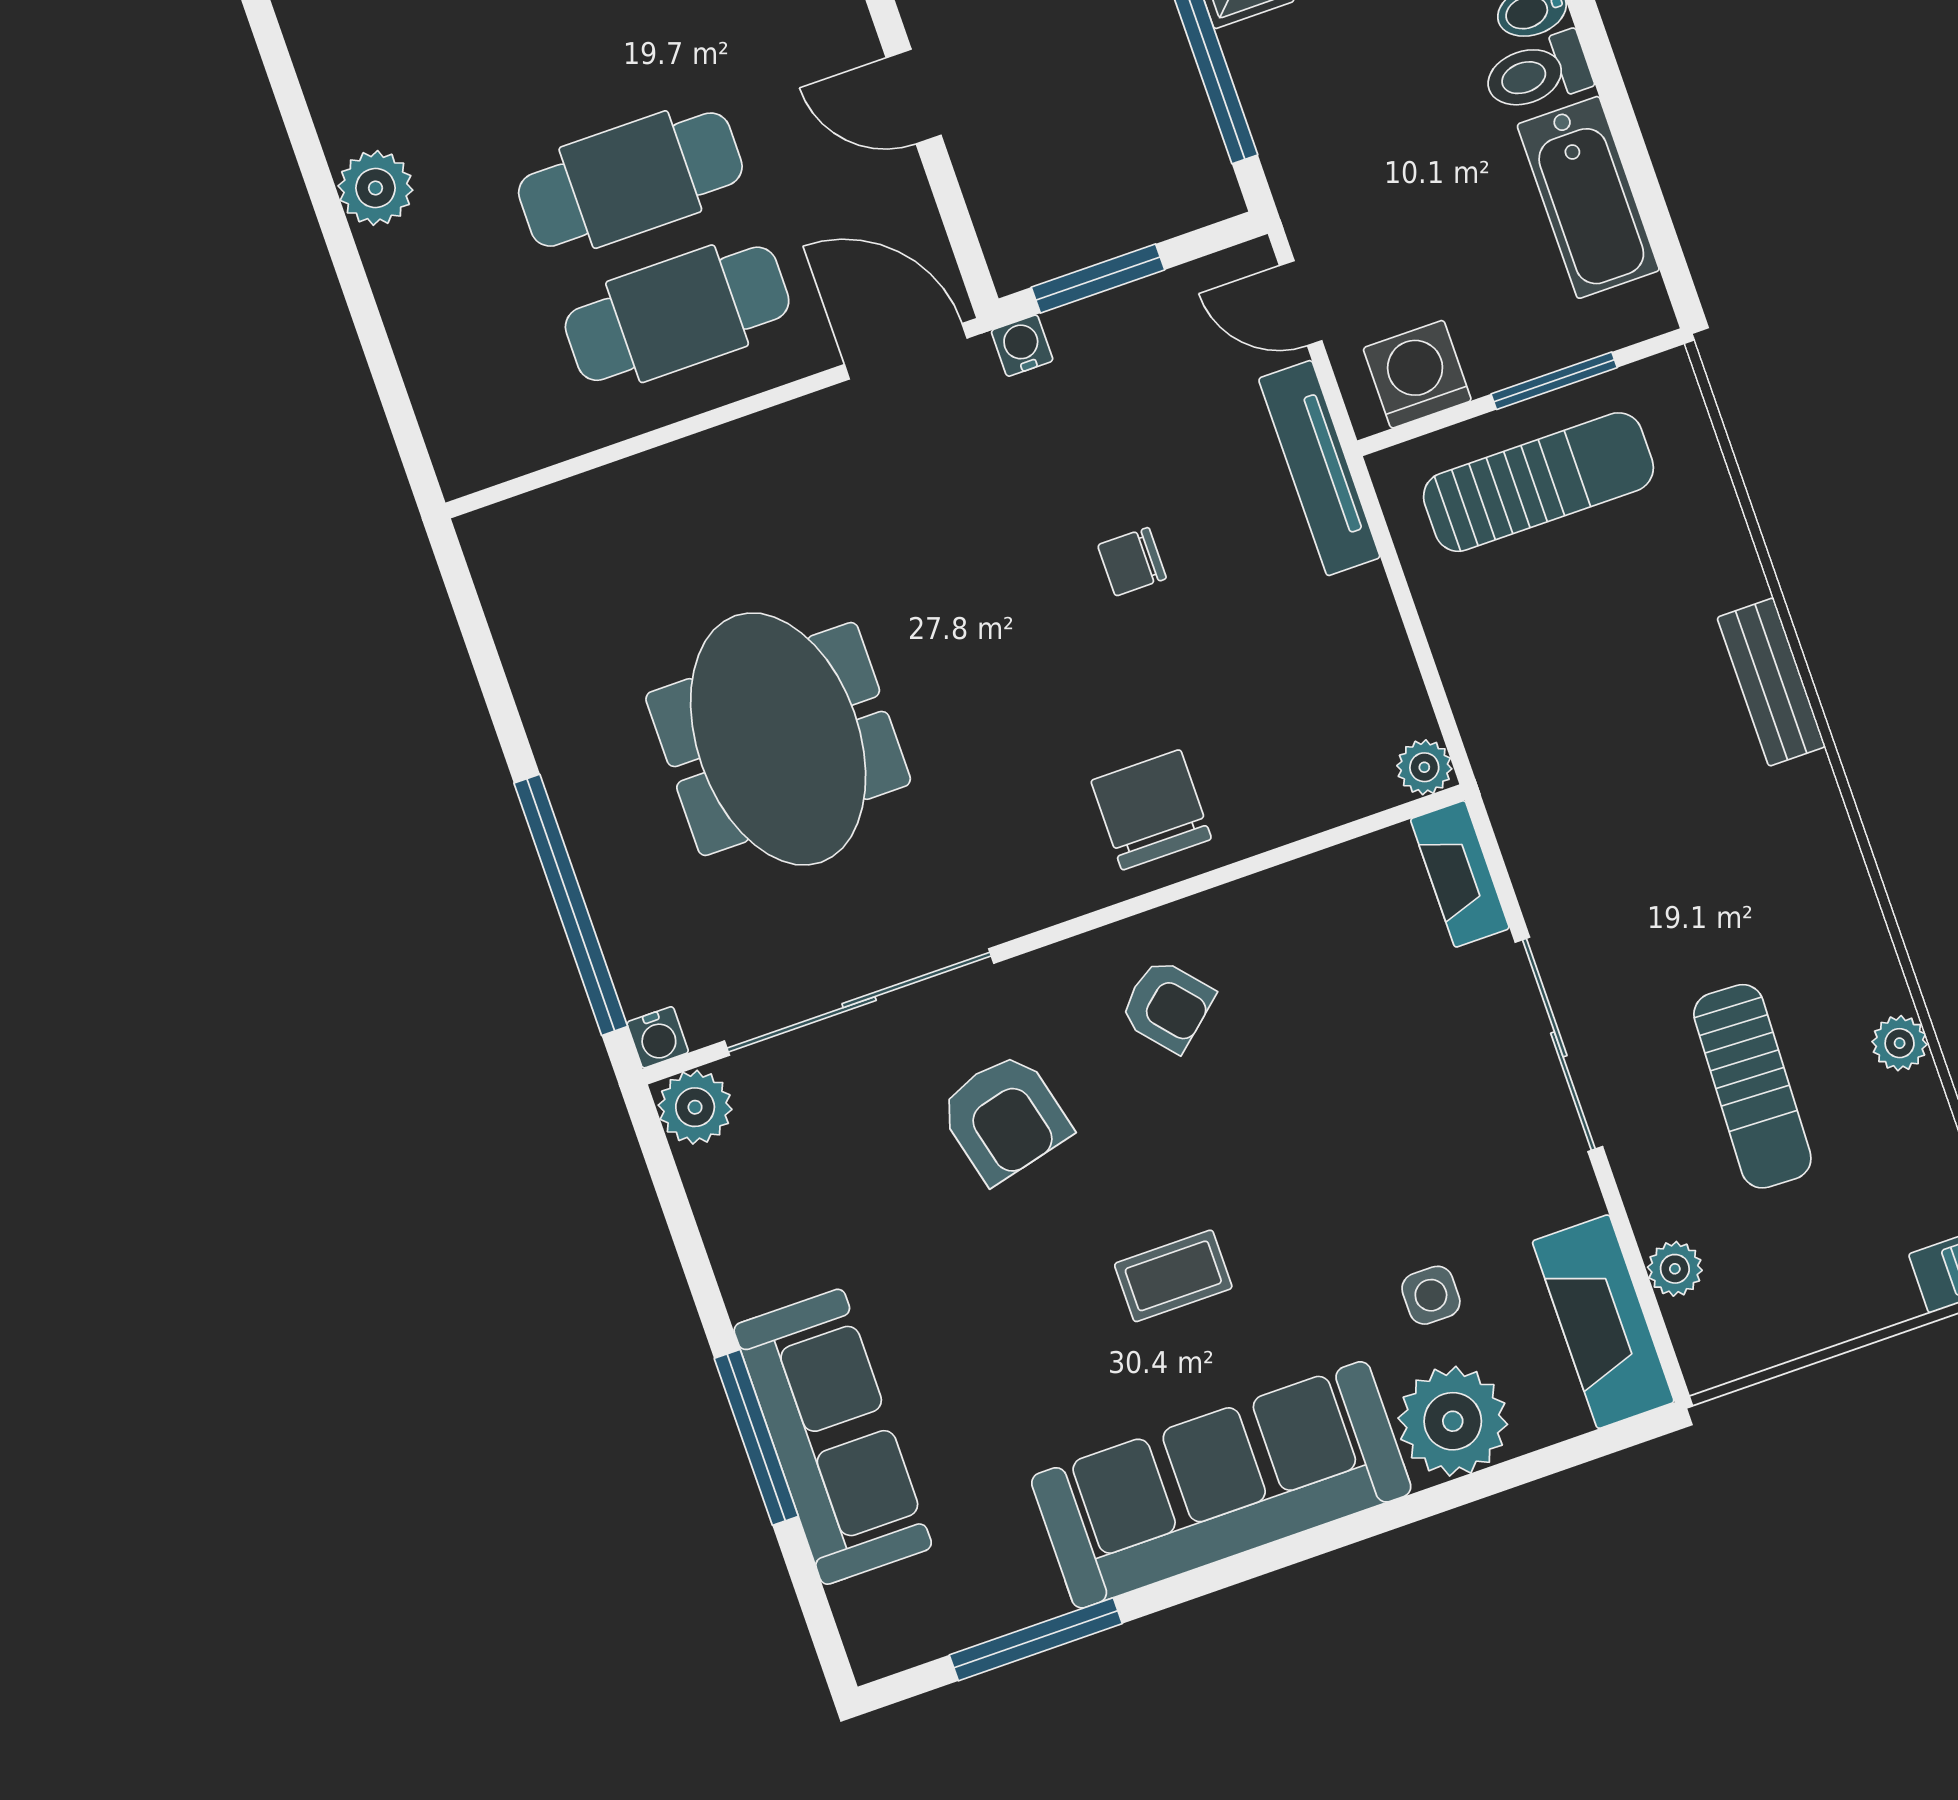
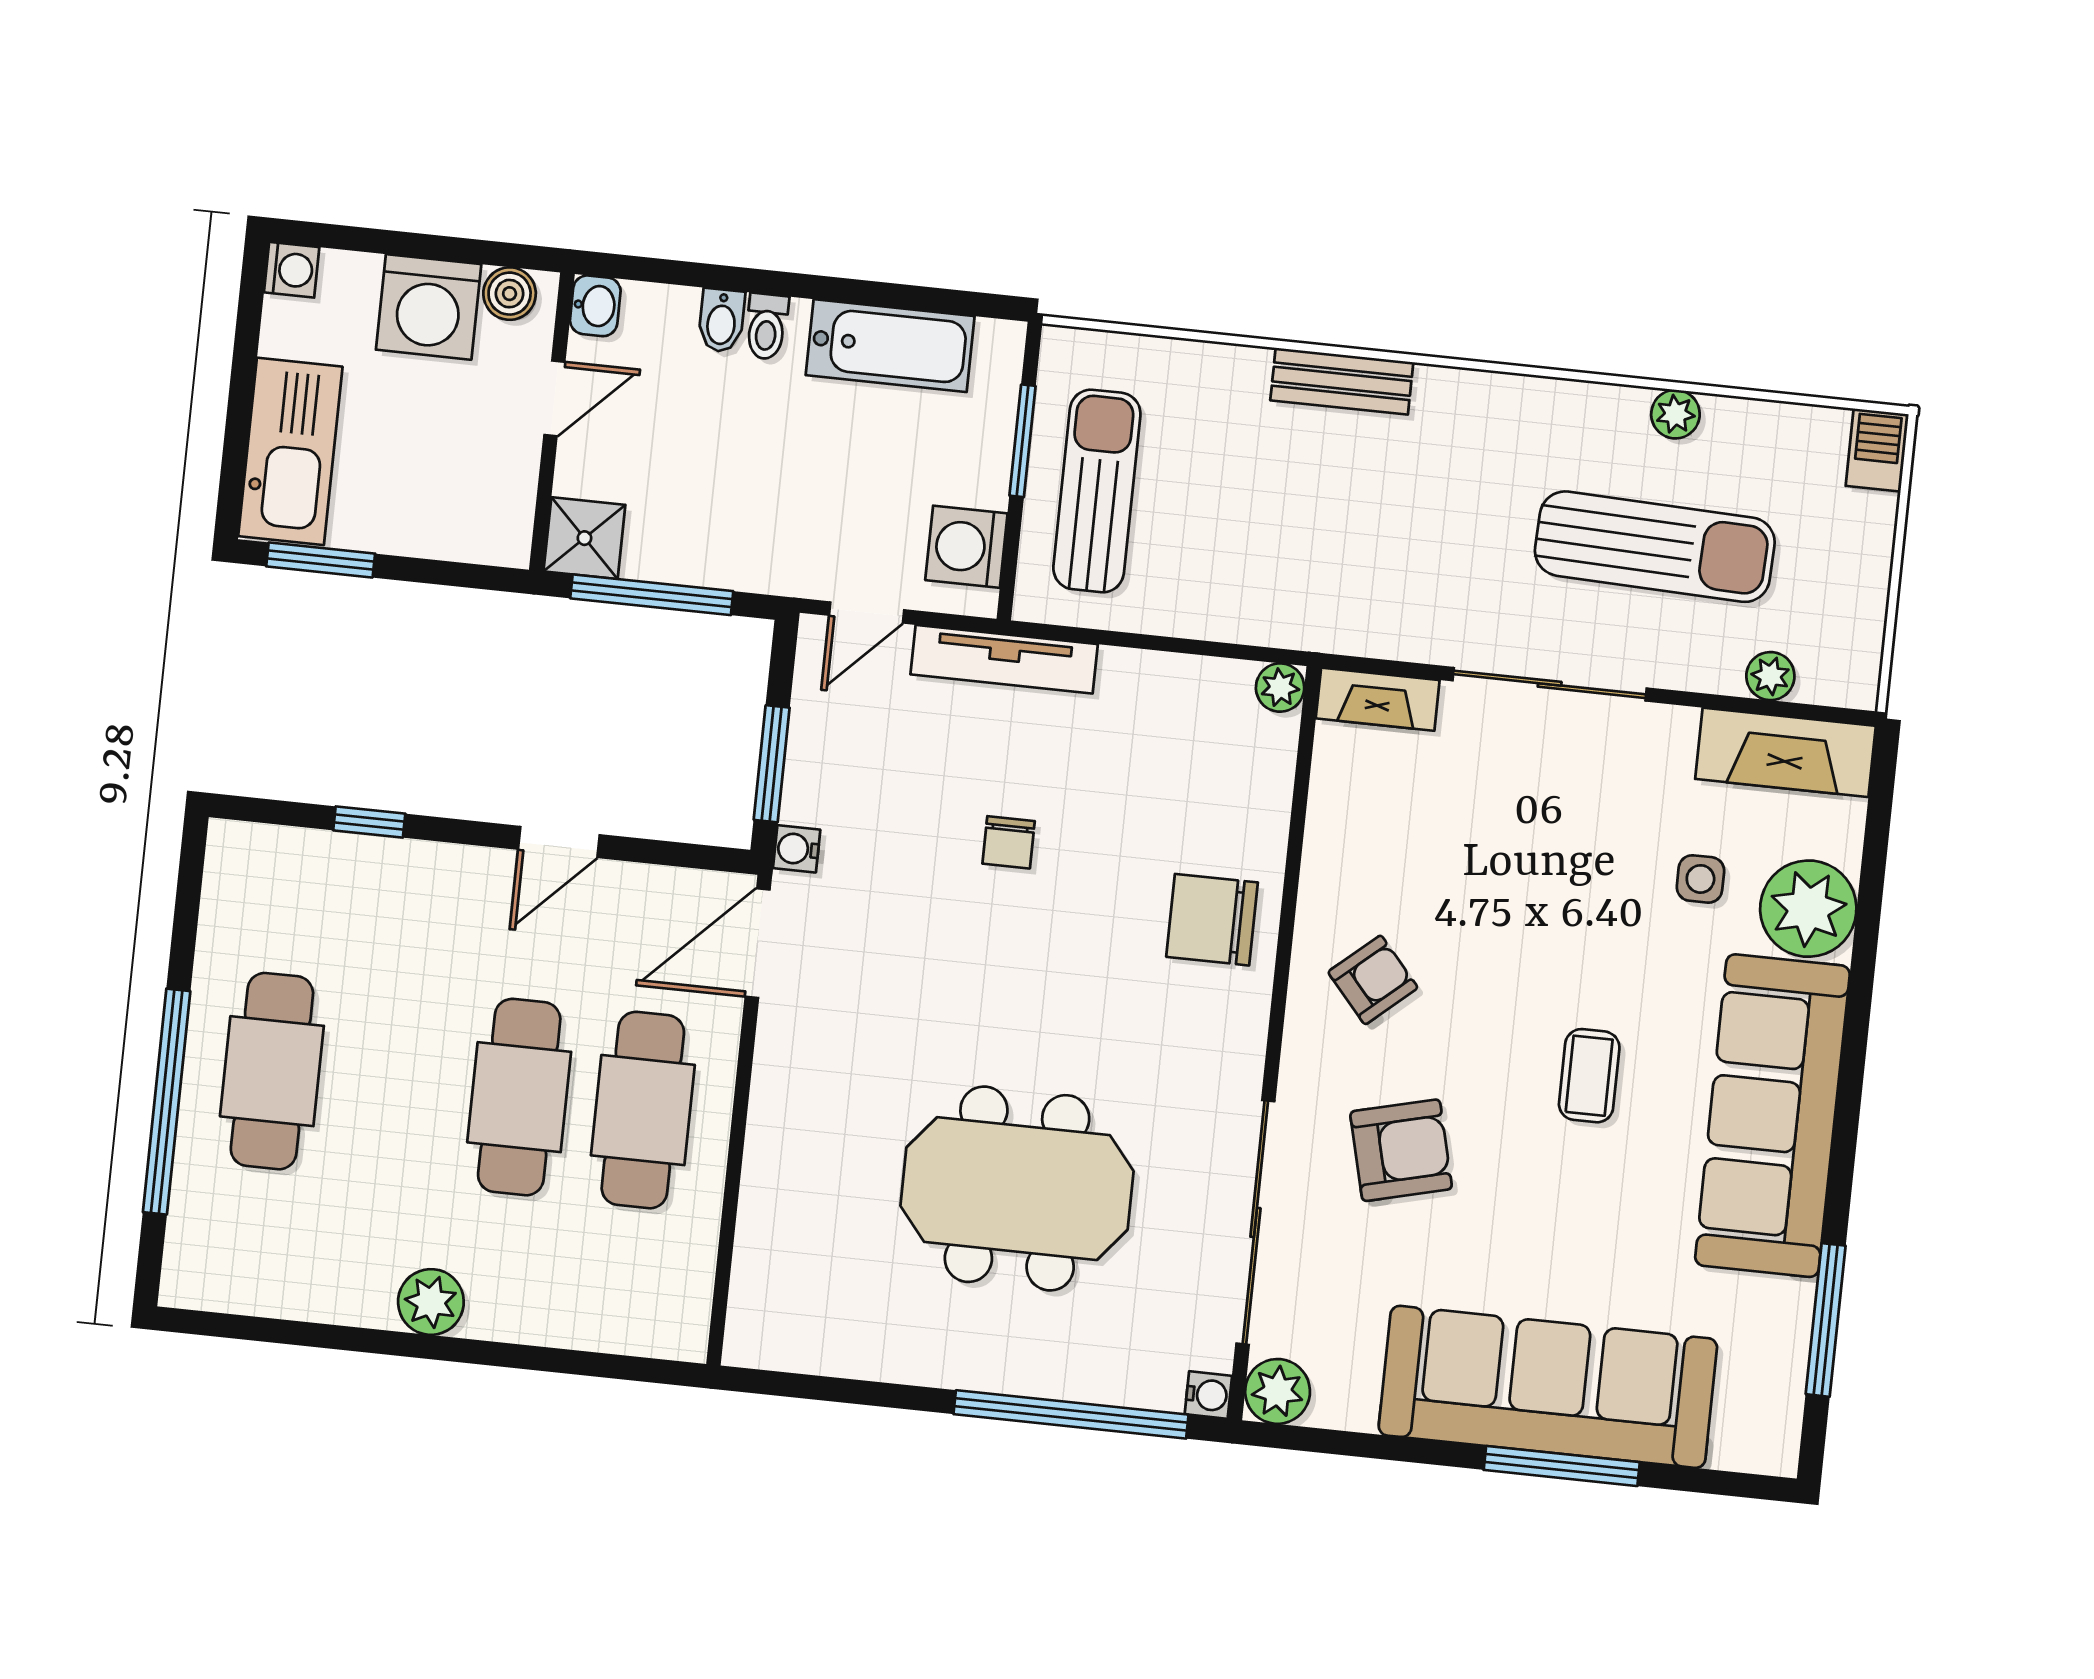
toilet: (1537, 73) -> (767, 327), width x0.73, depth x0.72
sun lounger: (1752, 1086) -> (1655, 547), width x1.36, depth x1.34
sofa: (833, 1437) -> (1548, 1387), width x1.36, depth x1.27

